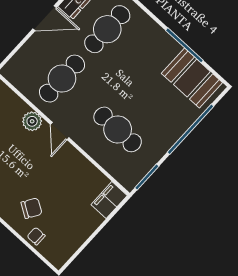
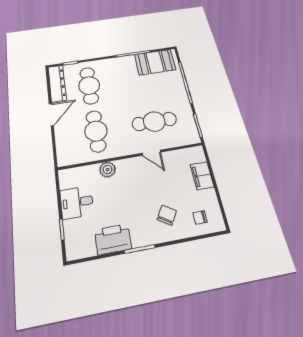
door: (60, 131) -> (151, 153), moved
filing cabinet: (109, 200) -> (202, 176), moved
chair: (36, 236) -> (200, 217), moved

